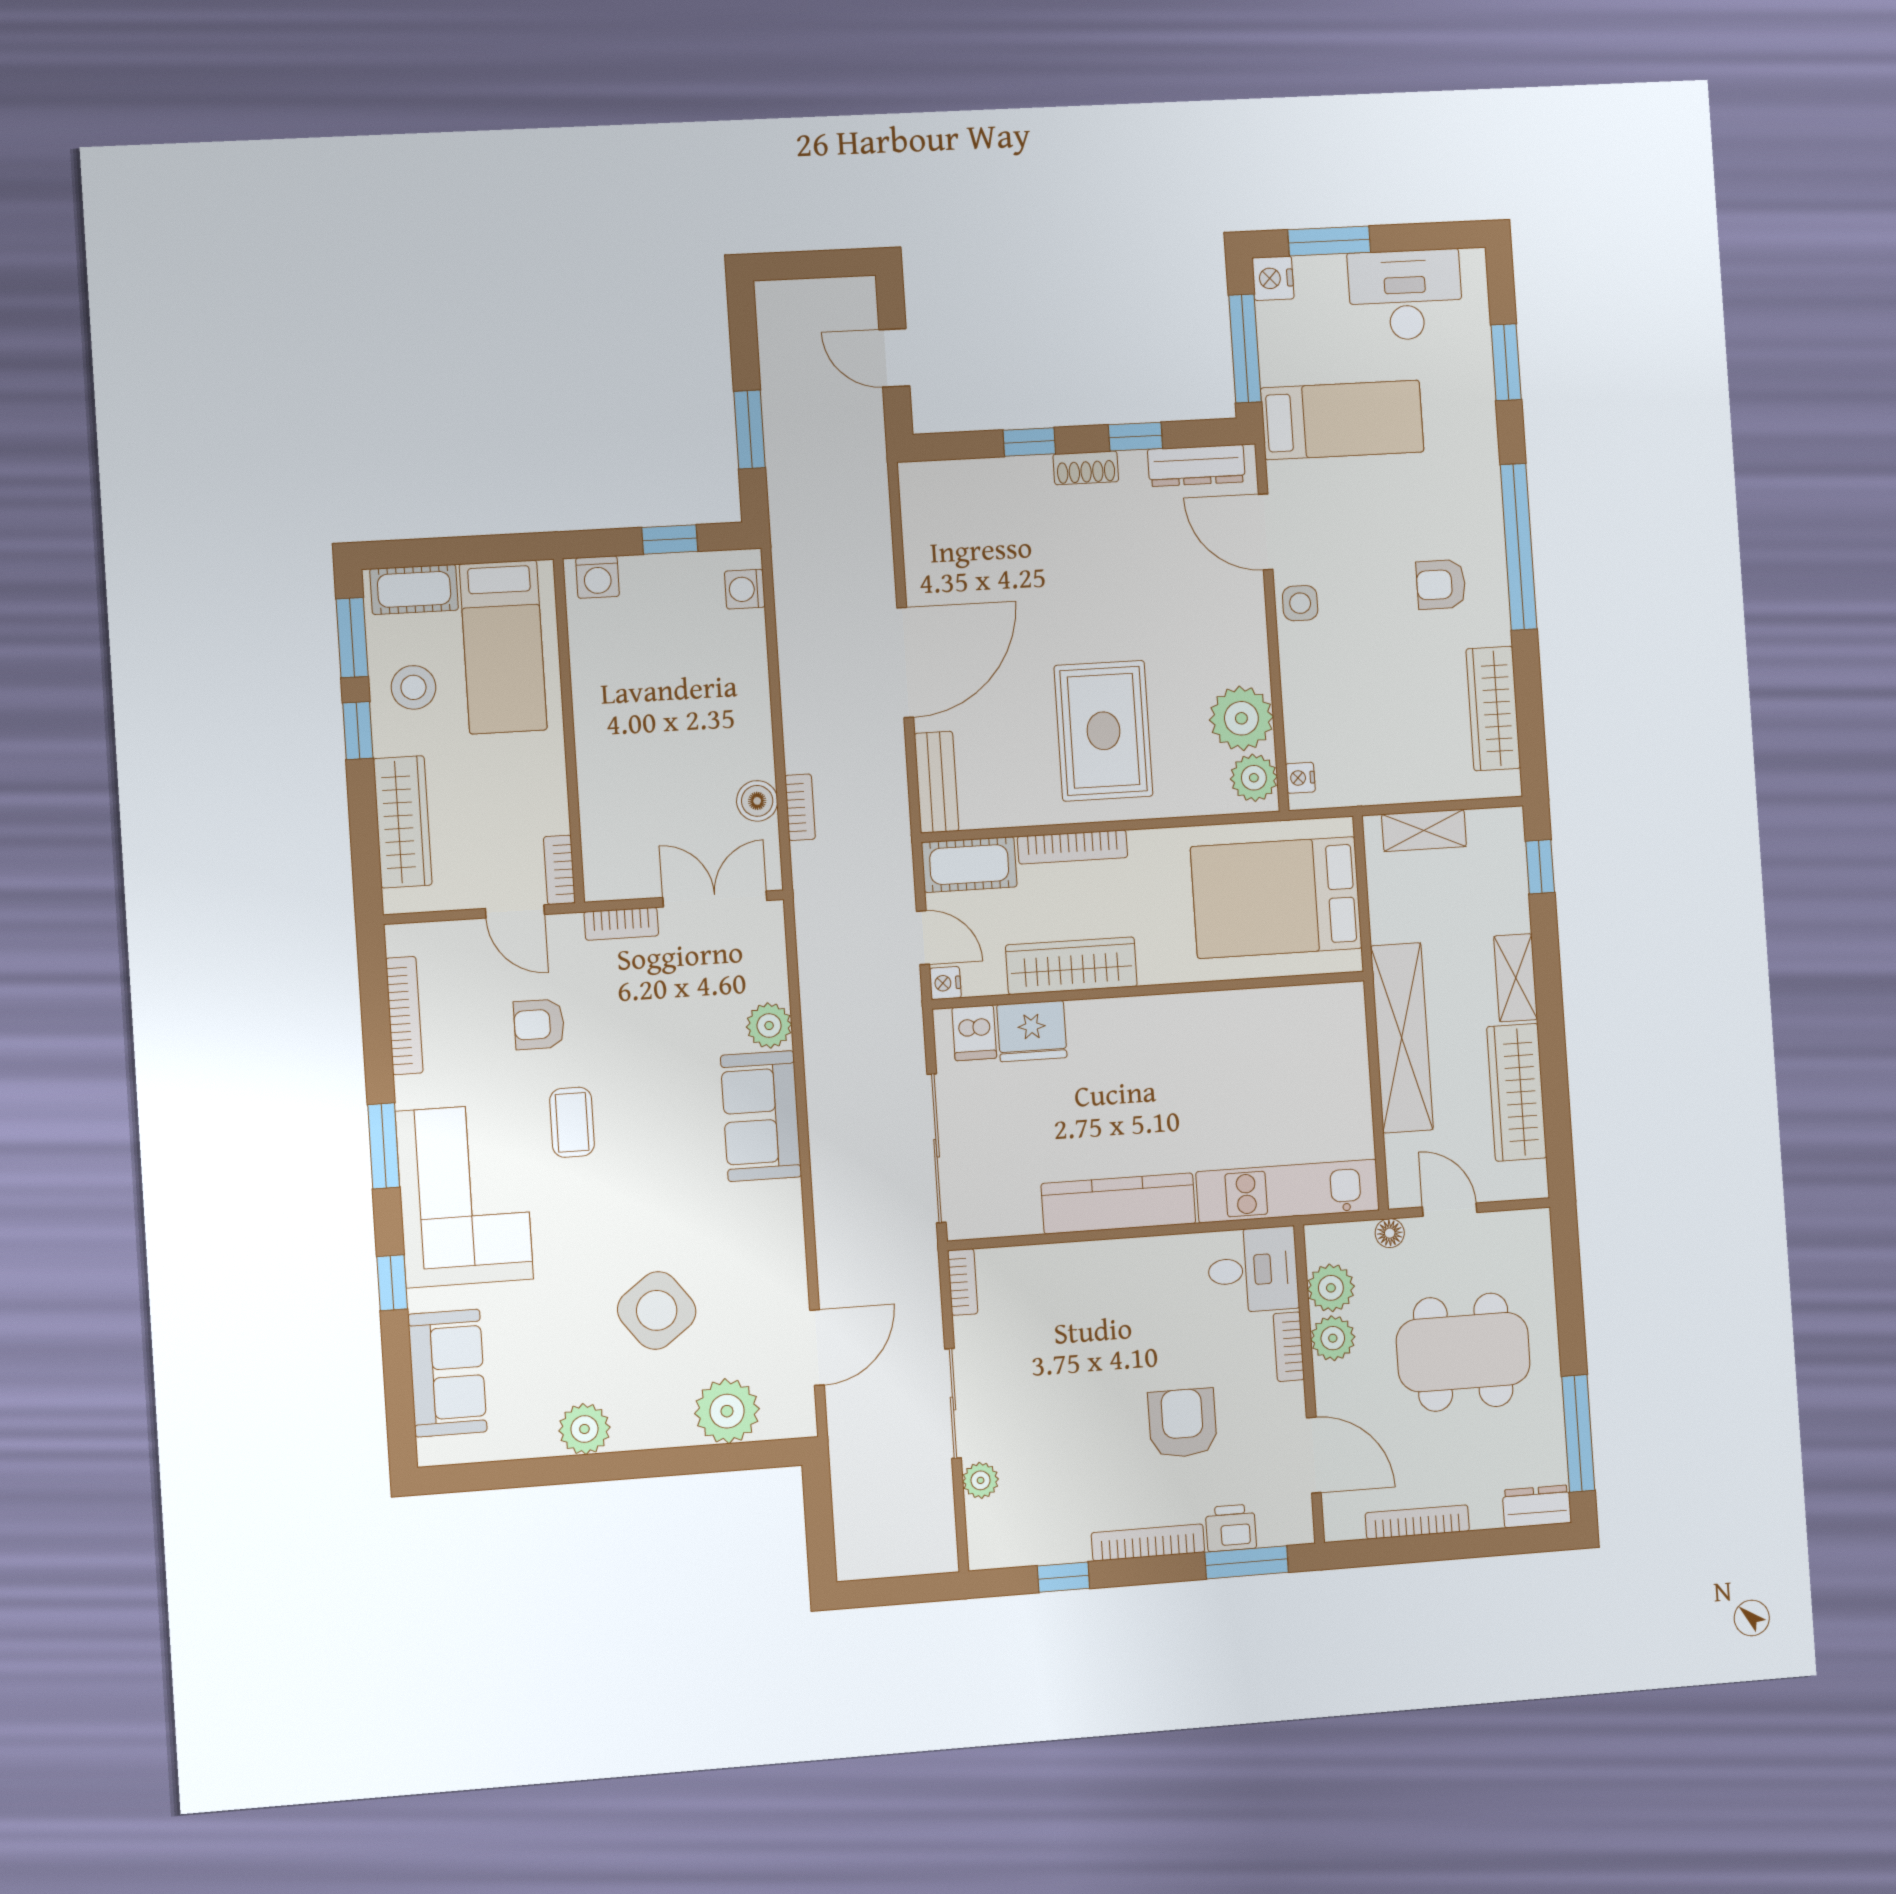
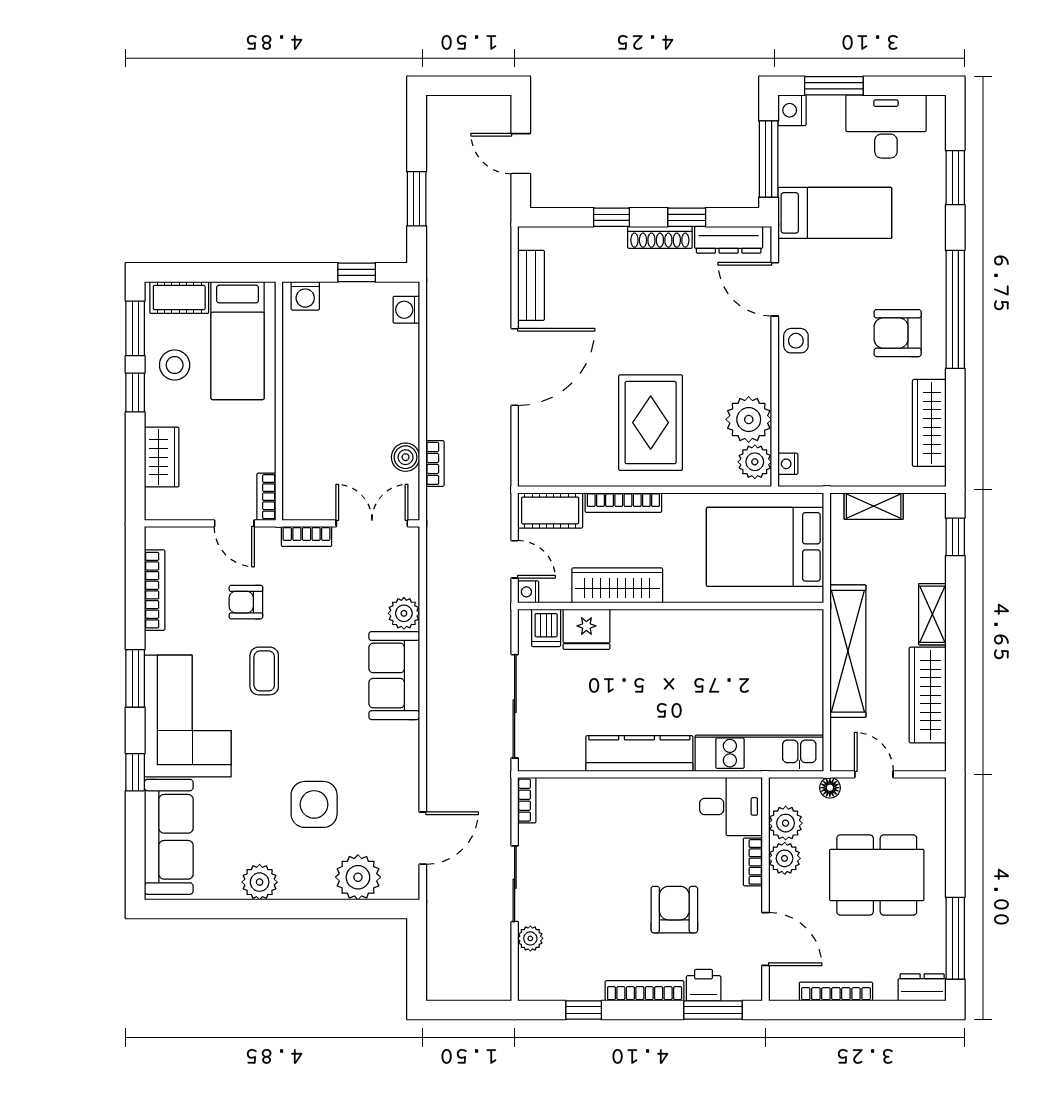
shoe rack: (1086, 468) -> (660, 237), width x1.43
armchair: (1441, 585) -> (898, 333), width x1.38, depth x1.38
bench: (936, 782) -> (531, 285), moved
wardrobe: (403, 822) -> (162, 457), width x0.67
side table: (657, 1310) -> (314, 804), turned 37
sofa: (447, 1373) -> (169, 837), width x1.36

